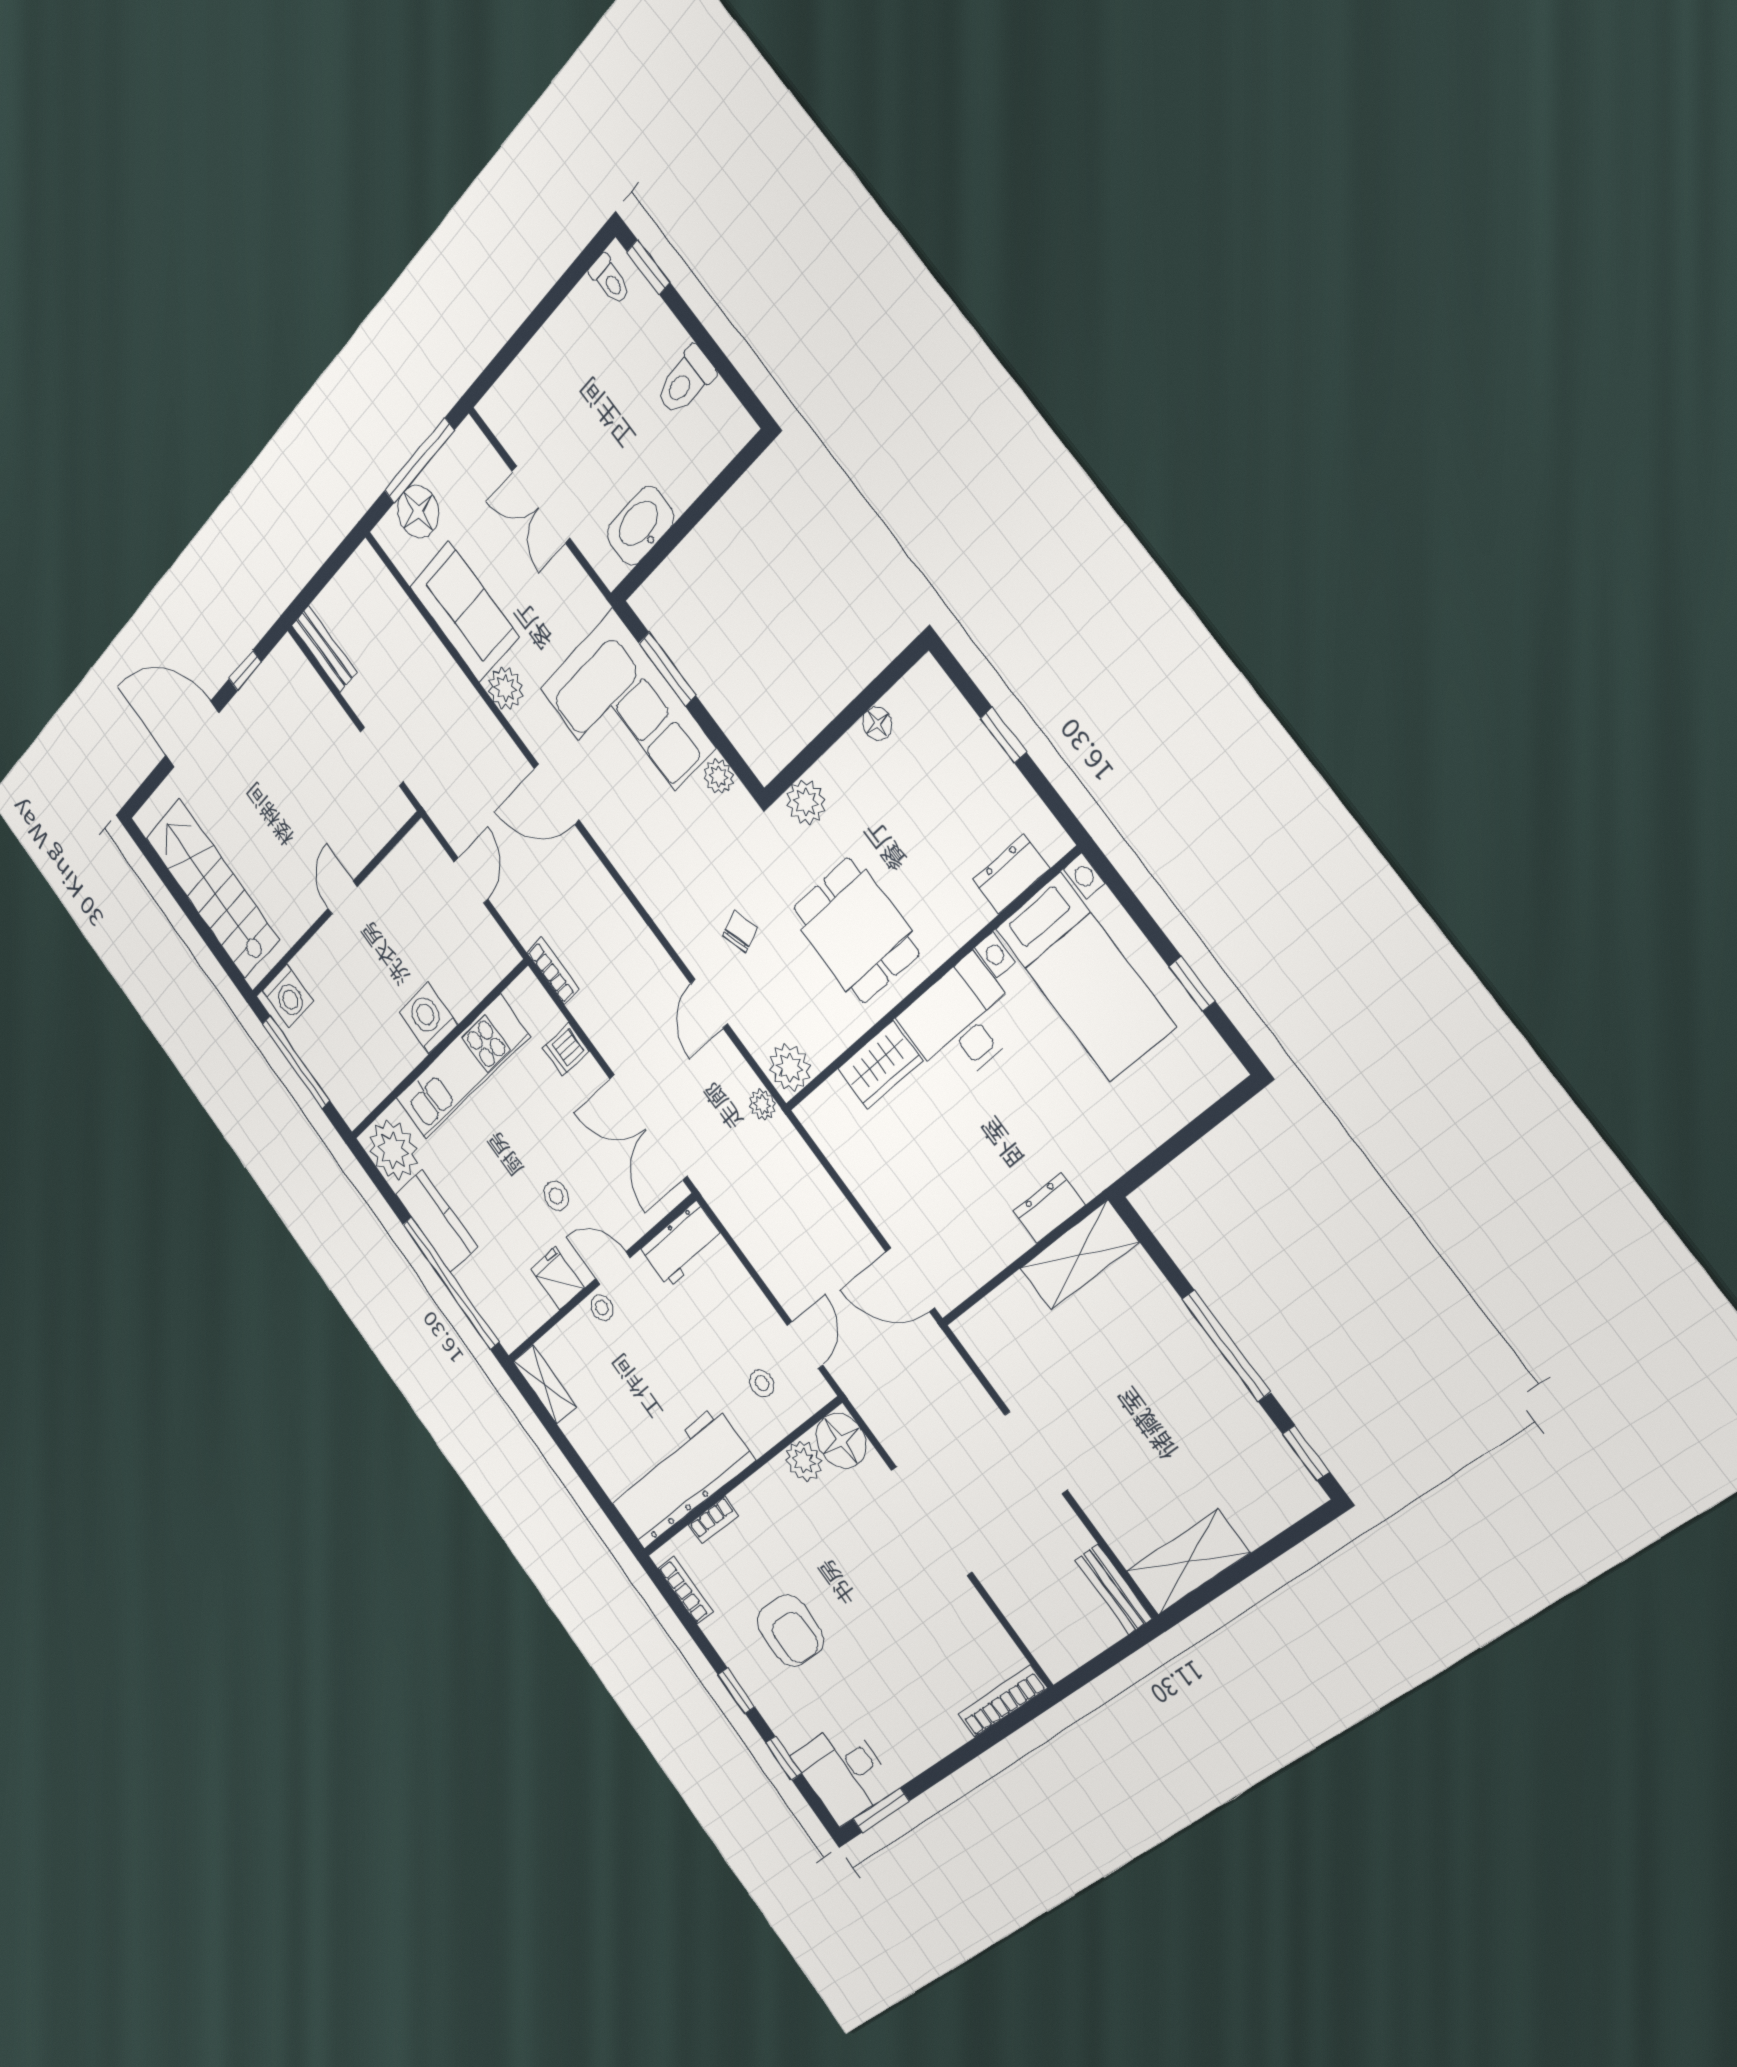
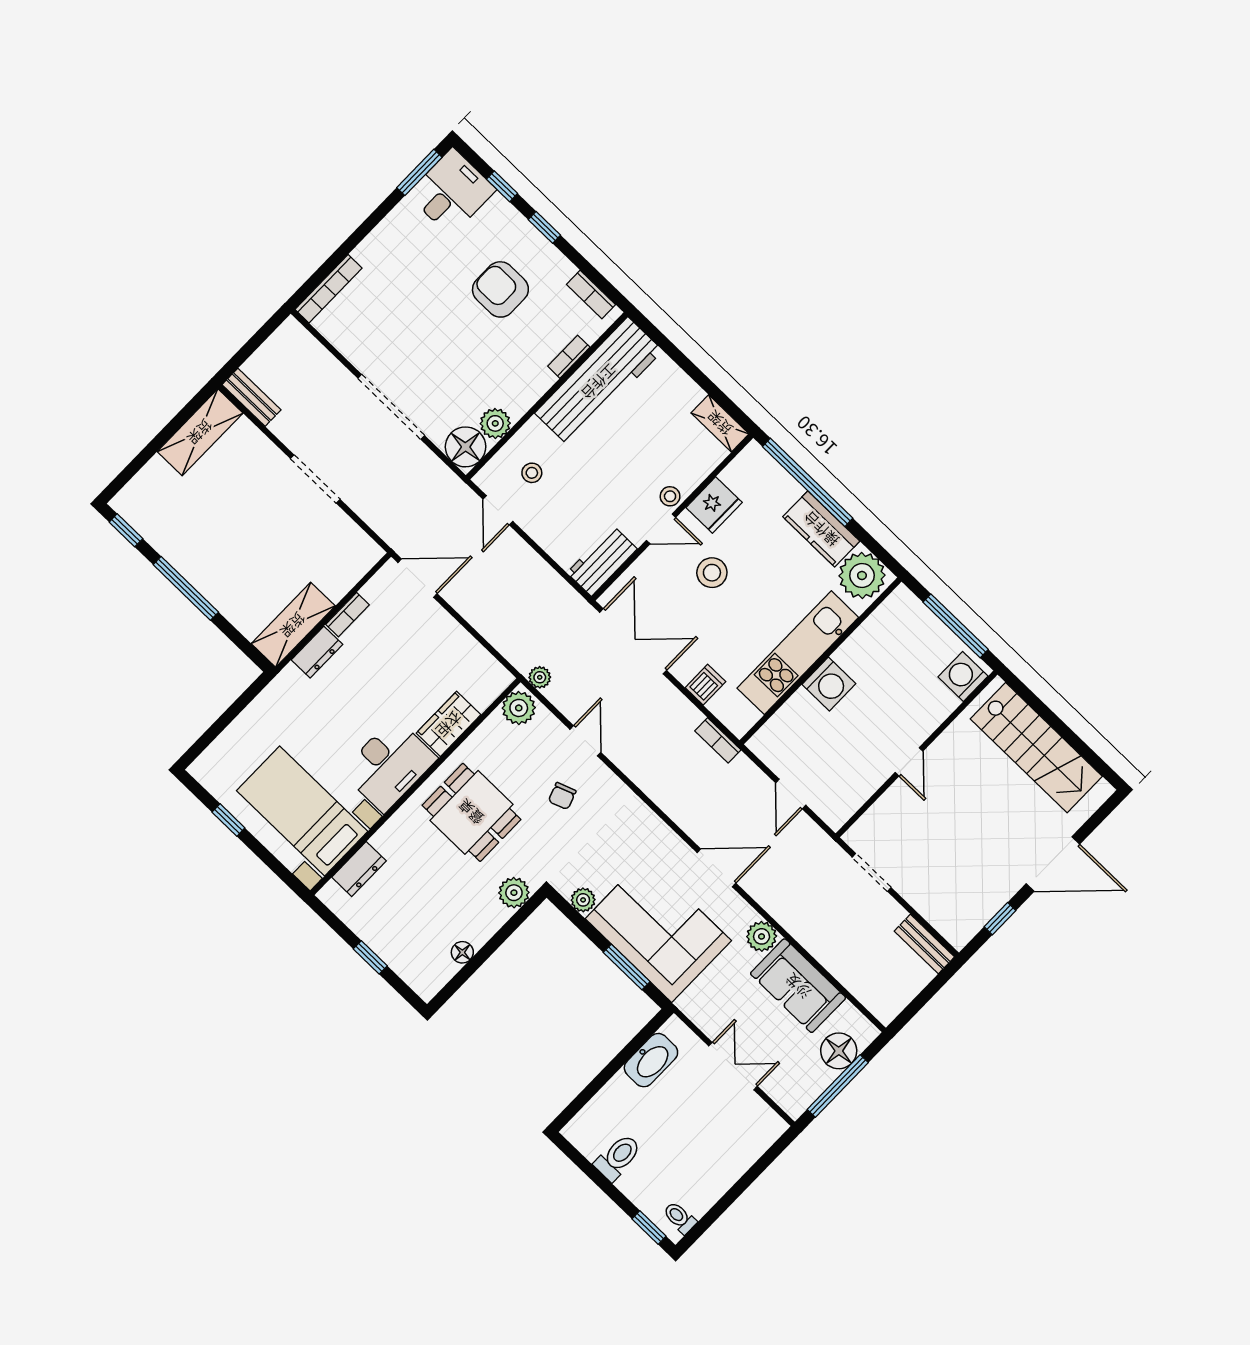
stool: (556, 1196) -> (712, 573), width x1.37, depth x1.37
bookcase: (1005, 1252) -> (347, 615), added
fridge: (557, 1279) -> (714, 505), width x1.38

